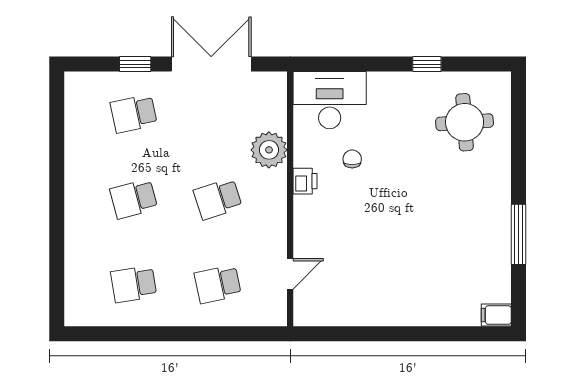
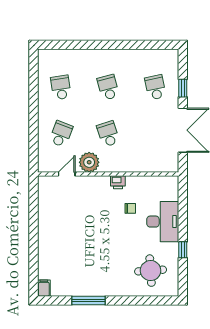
desk: (330, 100) -> (163, 222), moved
plant: (269, 150) -> (89, 162), moved
door: (290, 274) -> (67, 174), swing flipped
school desk: (218, 284) -> (61, 134), turned 33

